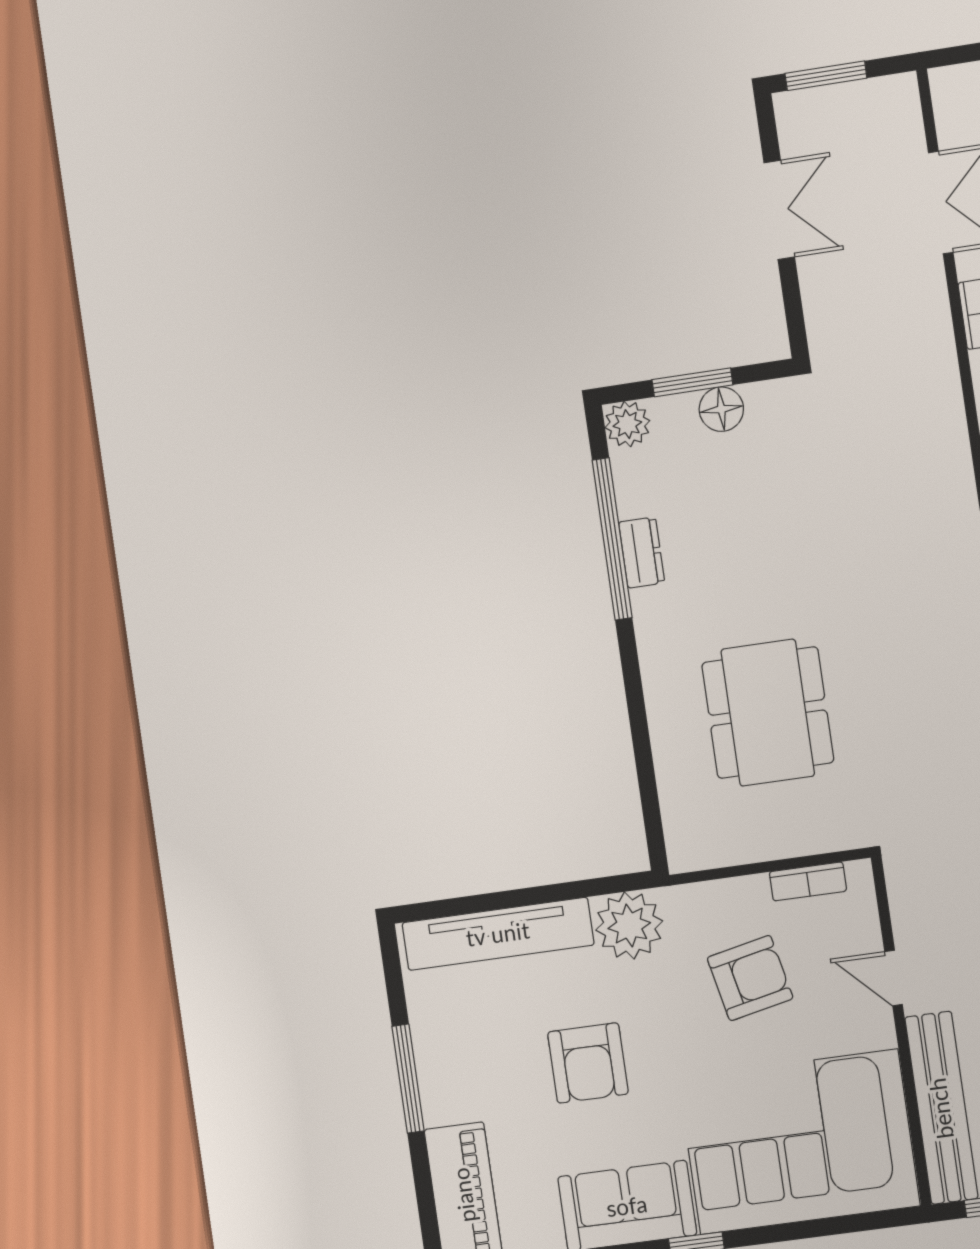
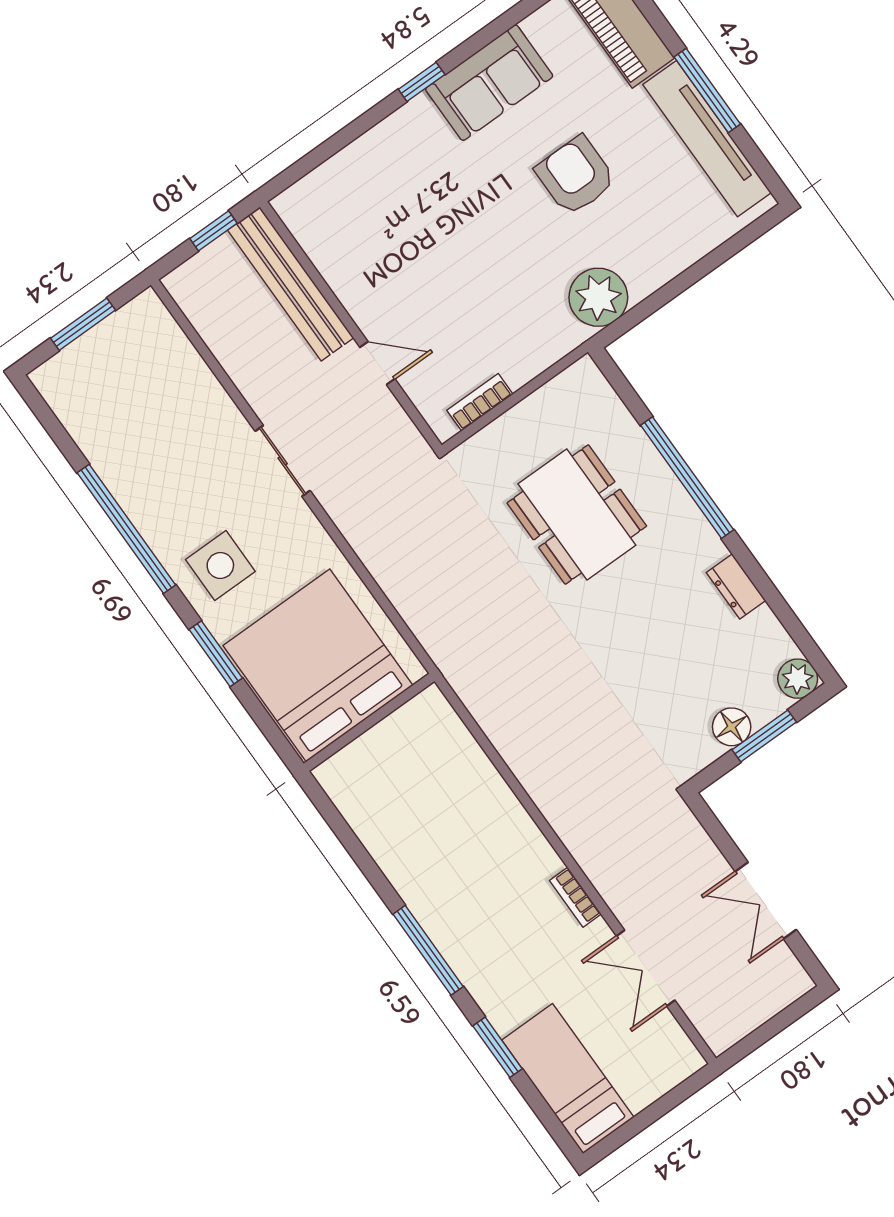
window: (826, 76) -> (783, 1020), removed
window: (612, 539) -> (687, 478), moved
tv unit: (498, 934) -> (707, 139), moved, turned -90
armchair: (750, 978) -> (486, 306), removed
corner sofa: (799, 1142) -> (384, 201), removed

